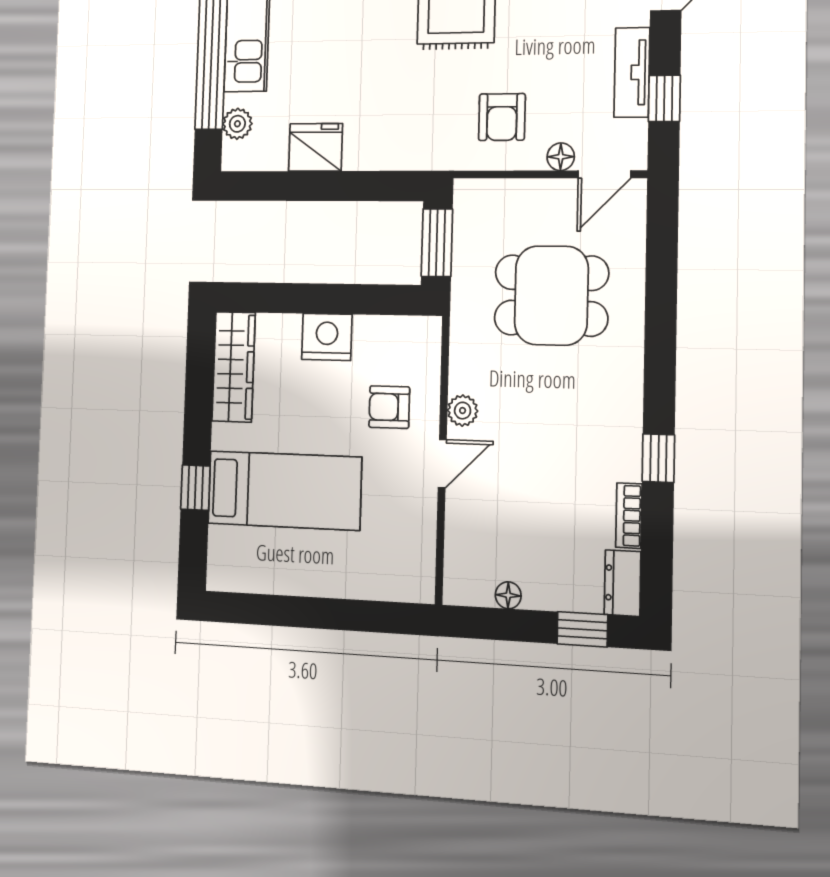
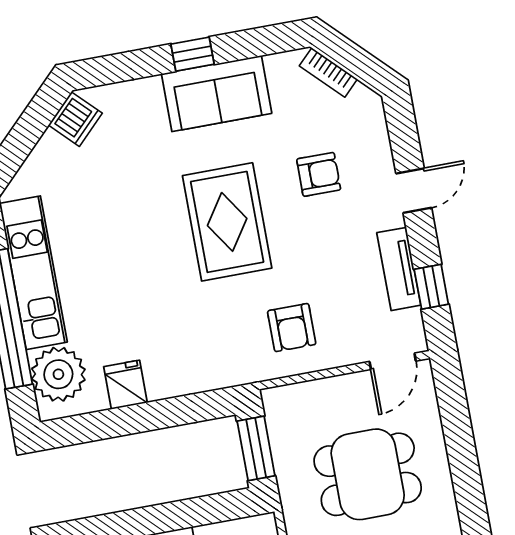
plant: (237, 124) -> (58, 374), width x1.88, depth x1.88
fridge: (316, 147) -> (125, 385), width x0.72
floor lamp: (561, 157) -> (351, 353), removed

